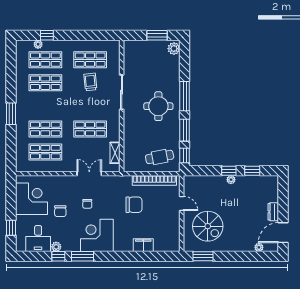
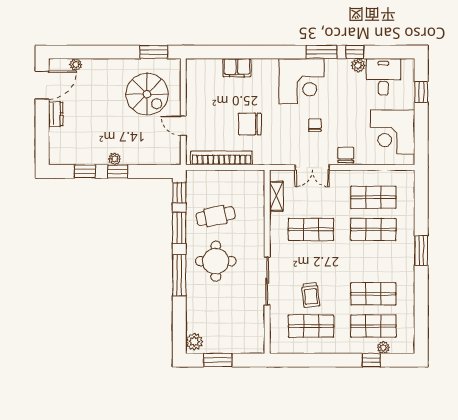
cafe table: (160, 157) -> (215, 216), moved
chair: (60, 211) -> (346, 155), moved
spiral stairs: (208, 226) -> (147, 94), turned 180

